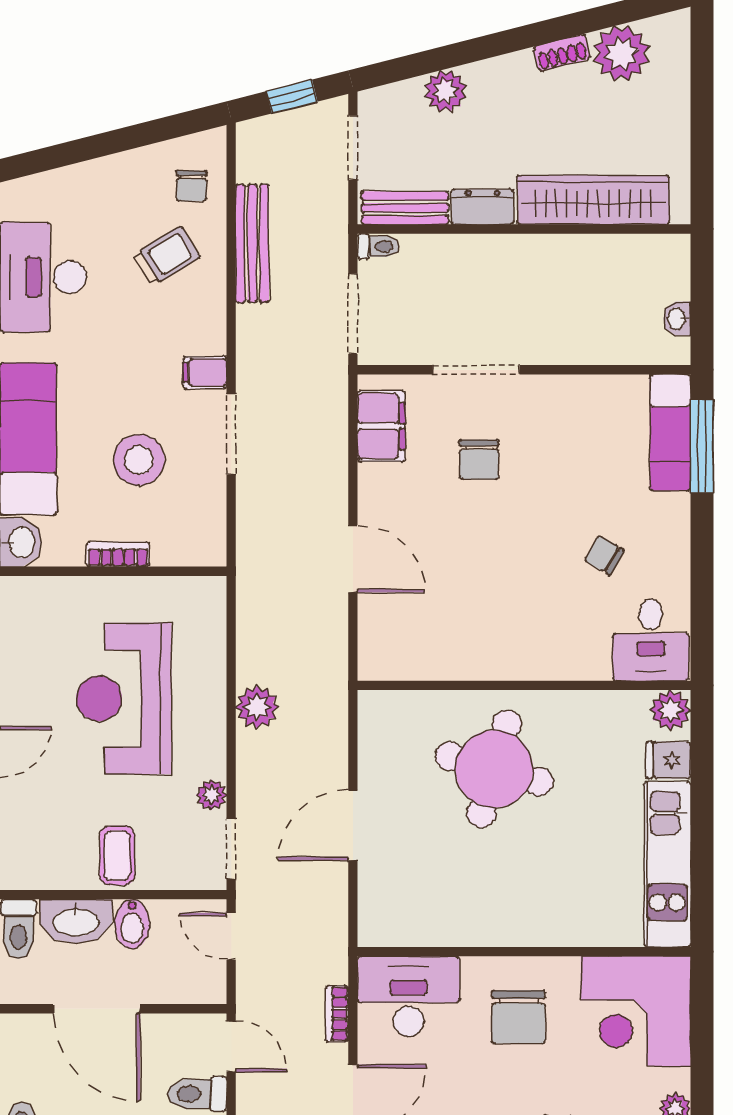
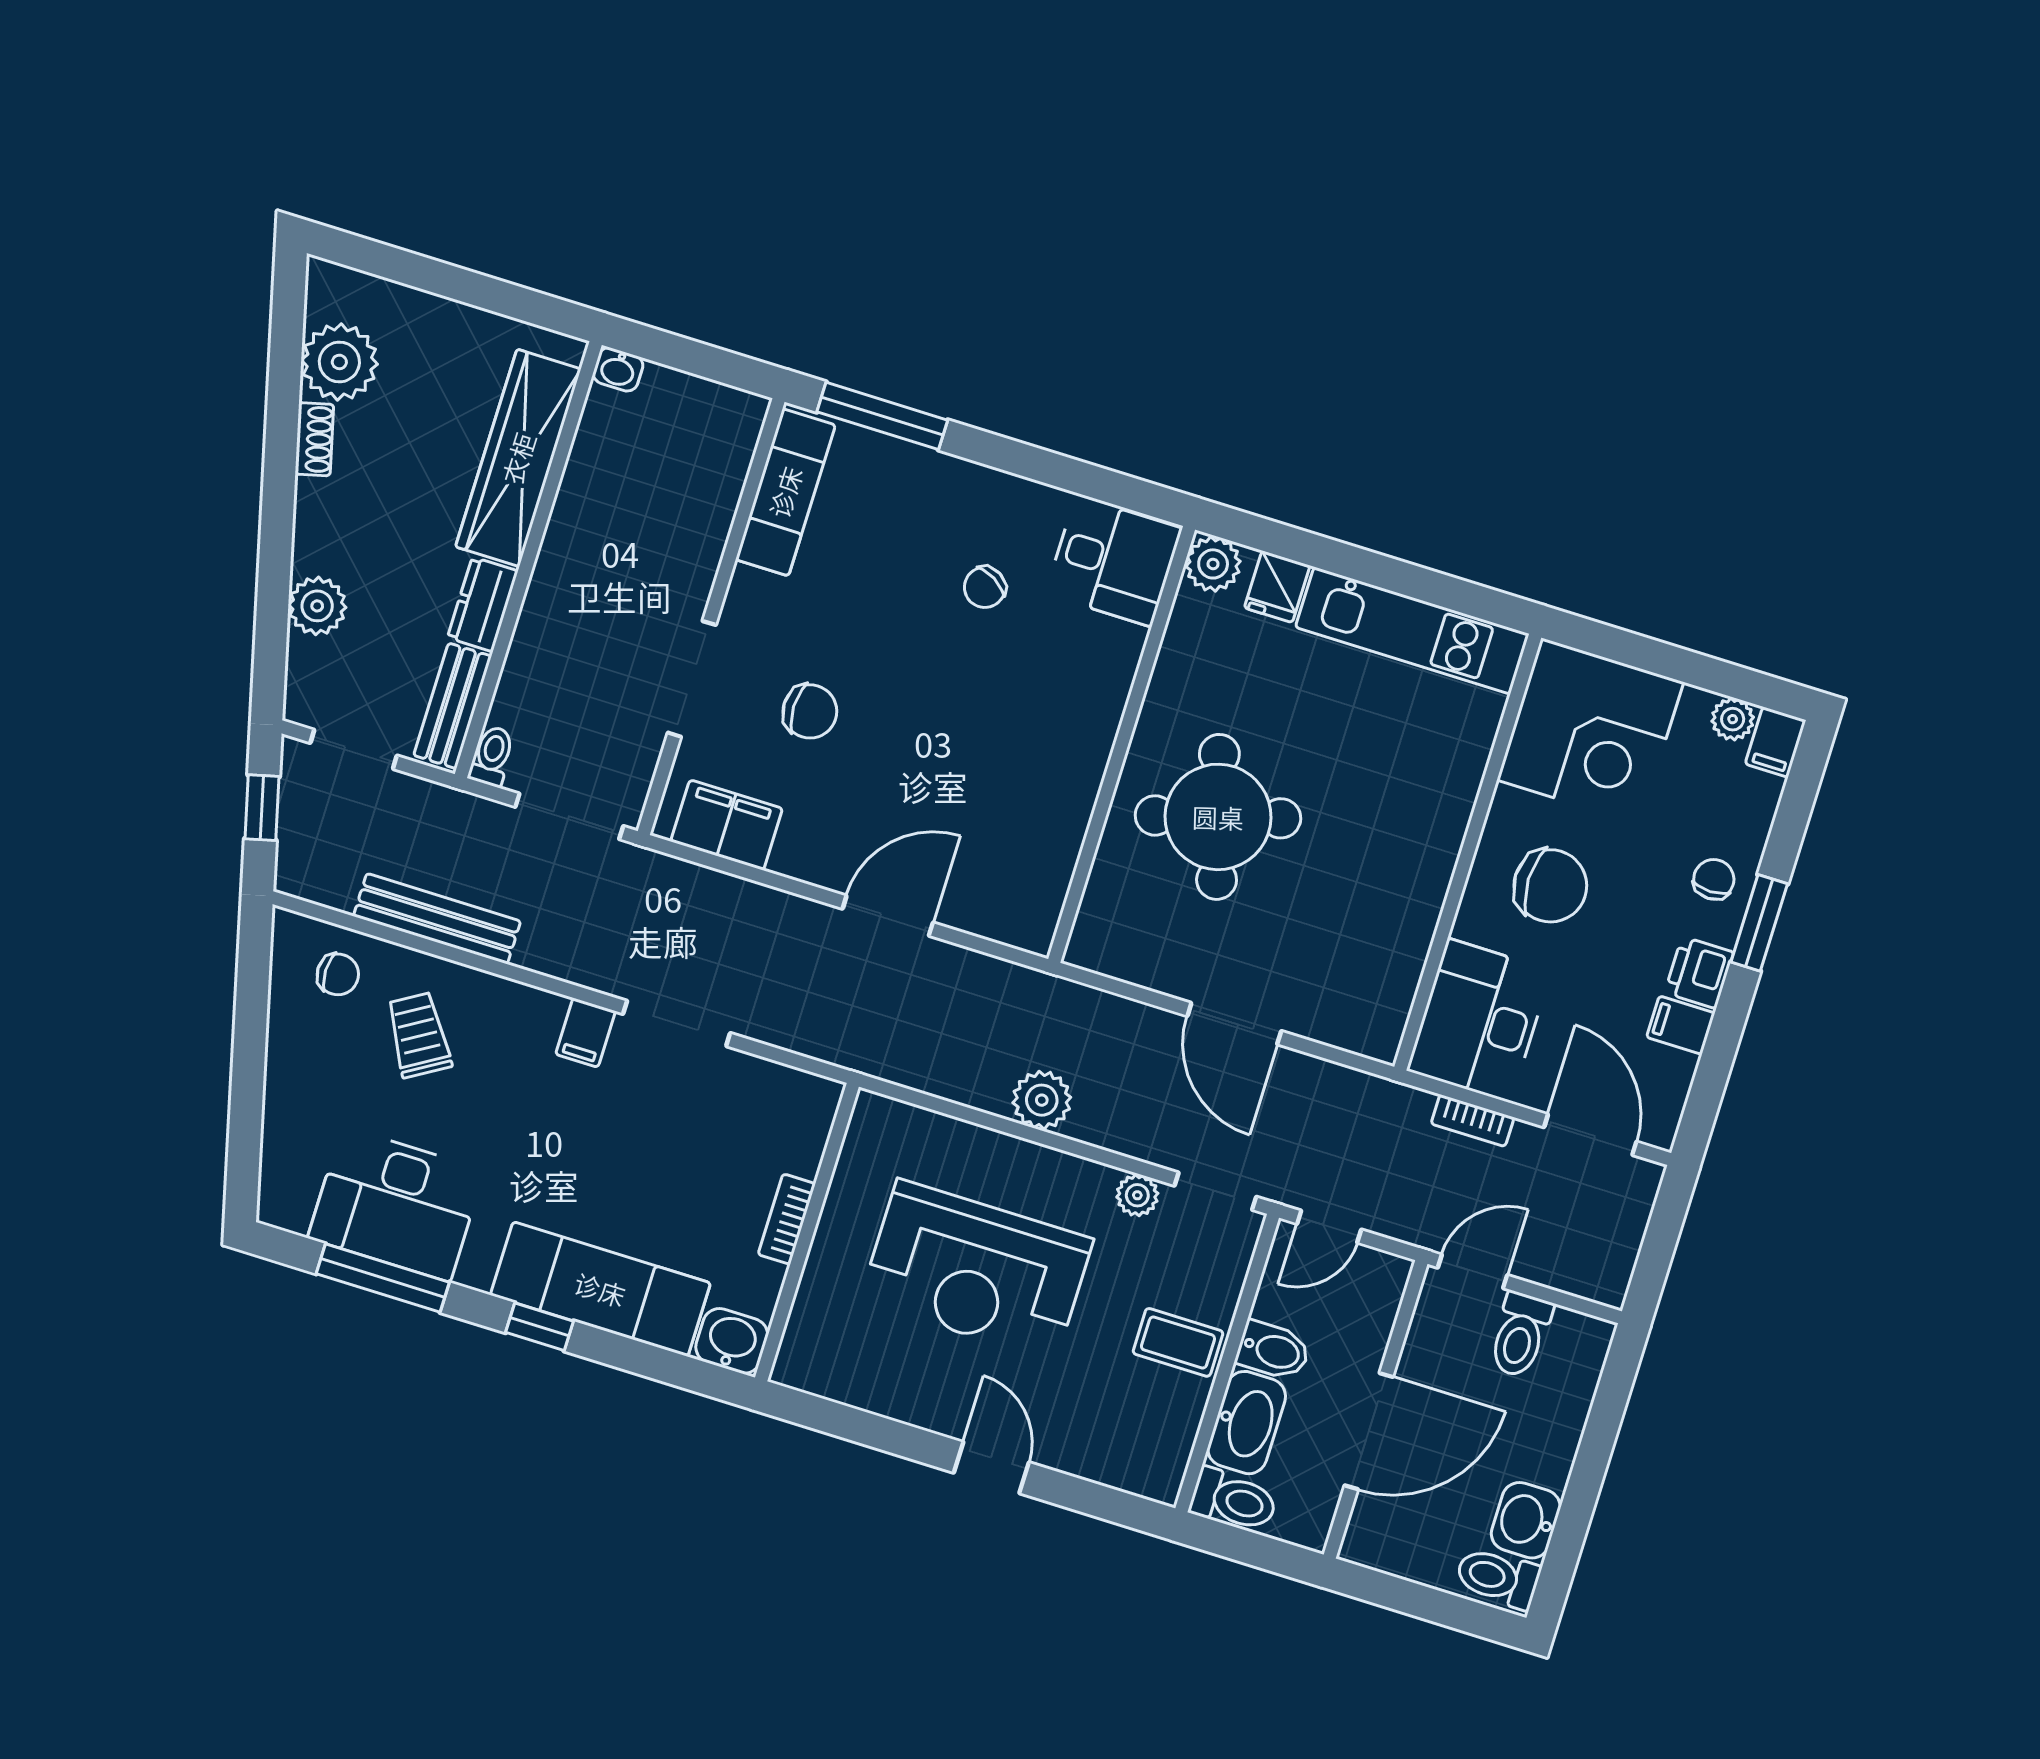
washbasin: (677, 319) -> (618, 369), moved
exam couch: (670, 432) -> (785, 492), moved, turned -90
stool: (139, 460) -> (673, 1154), removed
round table: (494, 769) -> (1218, 817), turned -32

